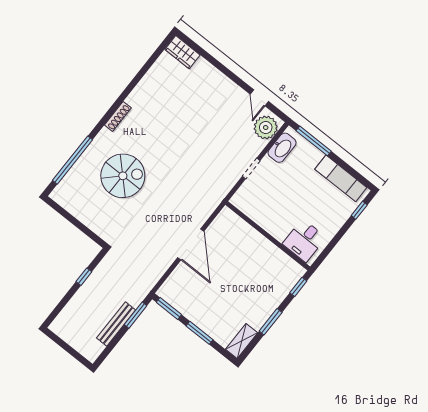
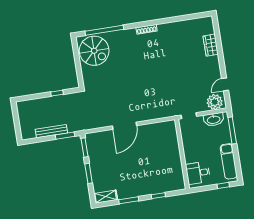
wardrobe: (182, 52) -> (211, 45), moved
spiral stairs: (123, 176) -> (94, 51), moved
wall: (268, 236) -> (182, 154), moved
desk: (304, 240) -> (198, 173), moved

